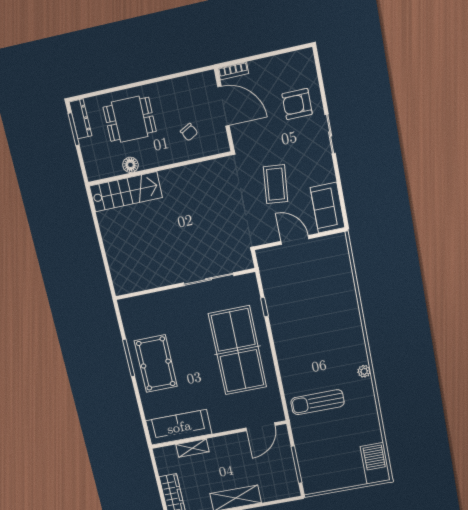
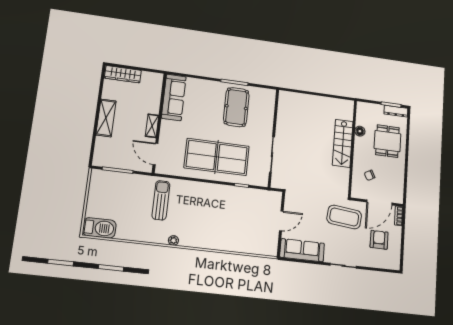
armchair: (297, 104) -> (379, 240), moved
coffee table: (276, 184) -> (344, 217), moved, width x1.36, depth x1.32
stairs: (126, 192) -> (343, 143), moved
sofa: (328, 208) -> (302, 250), width x1.36
pool table: (156, 364) -> (236, 107), moved, turned 90
shelving: (193, 448) -> (152, 126), moved

